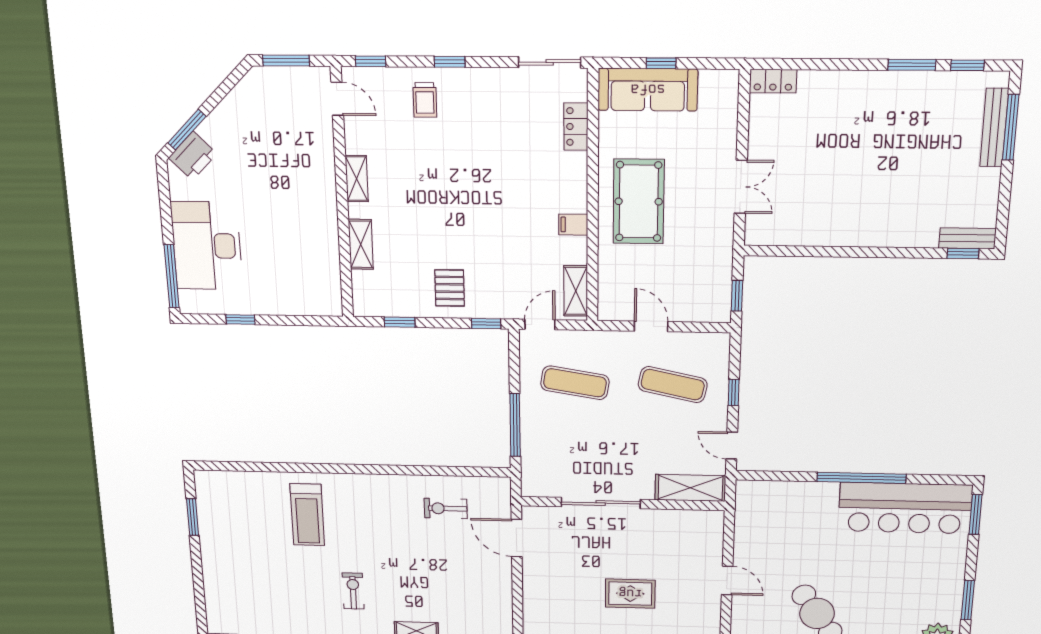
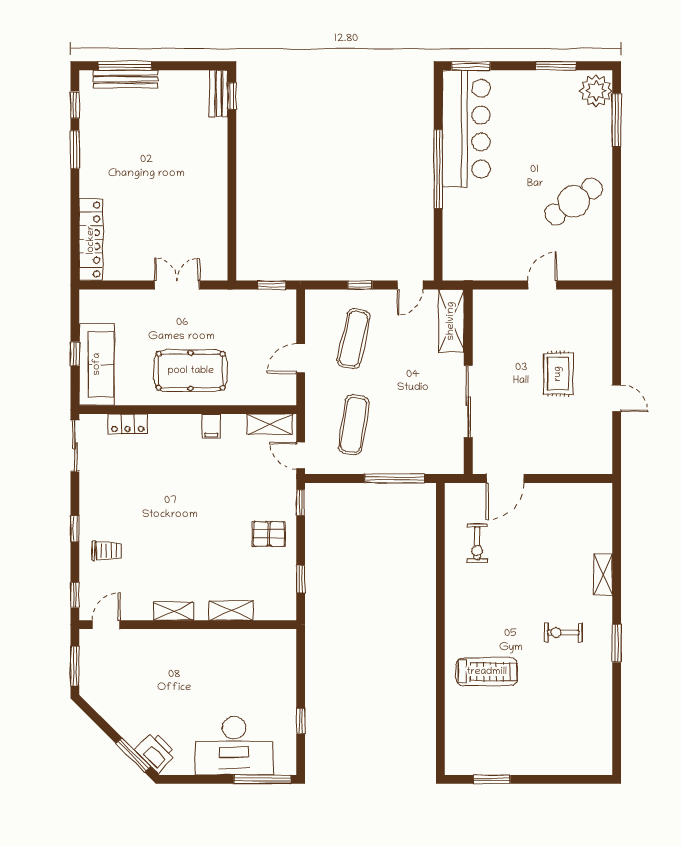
locker: (773, 81) -> (91, 240), width x2.16, depth x1.21

